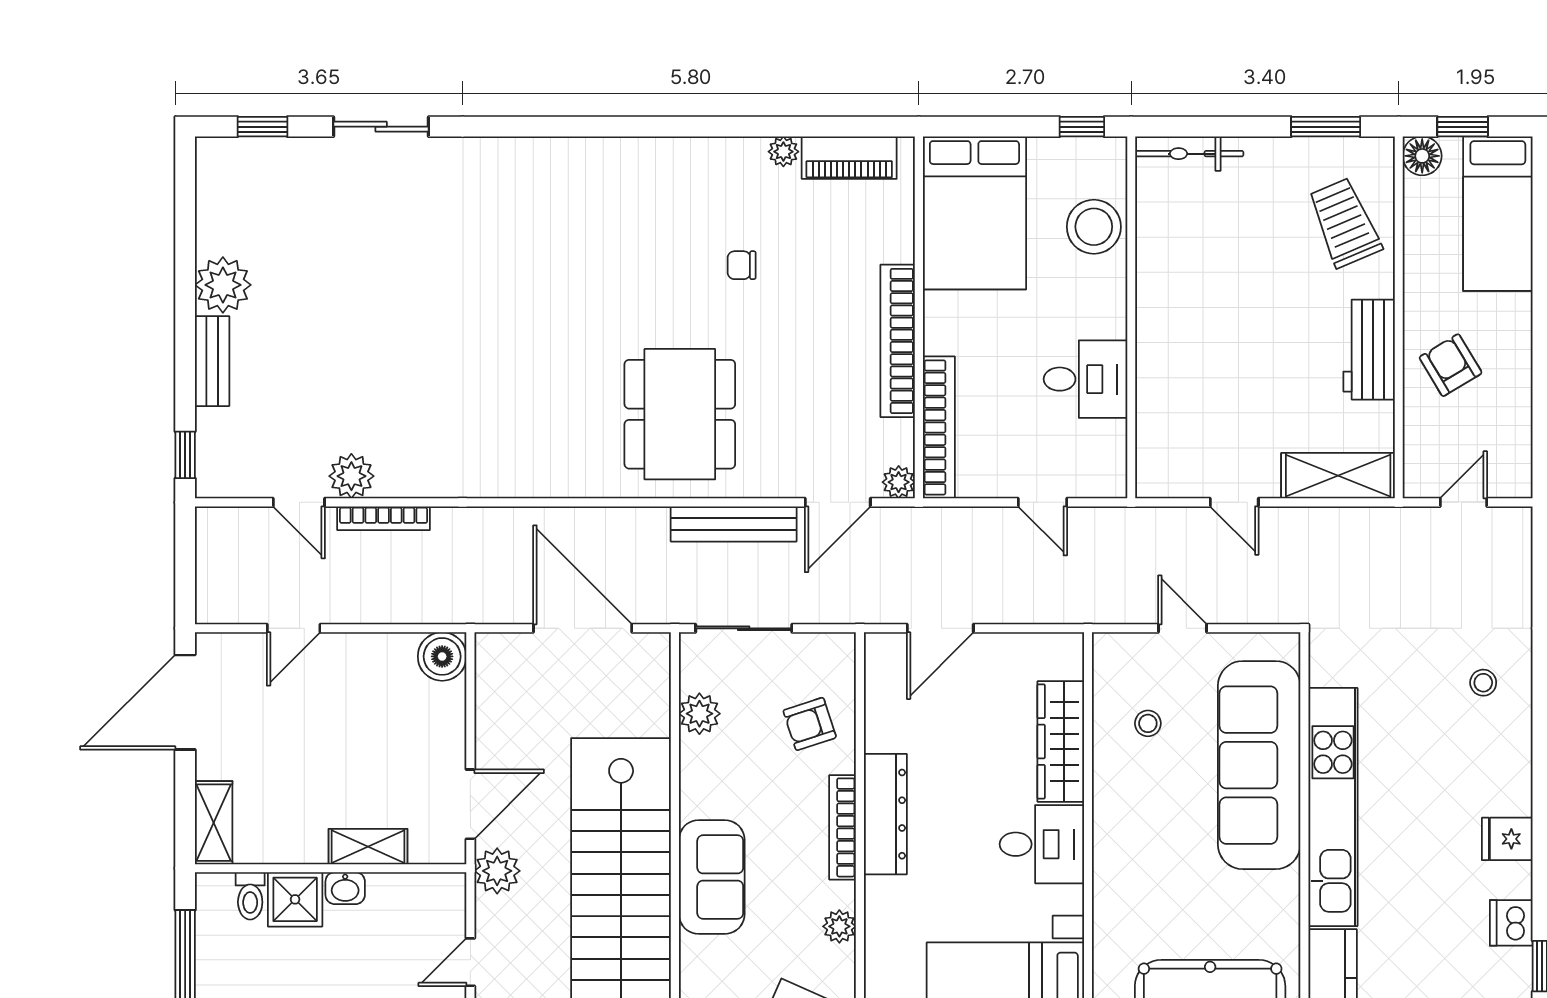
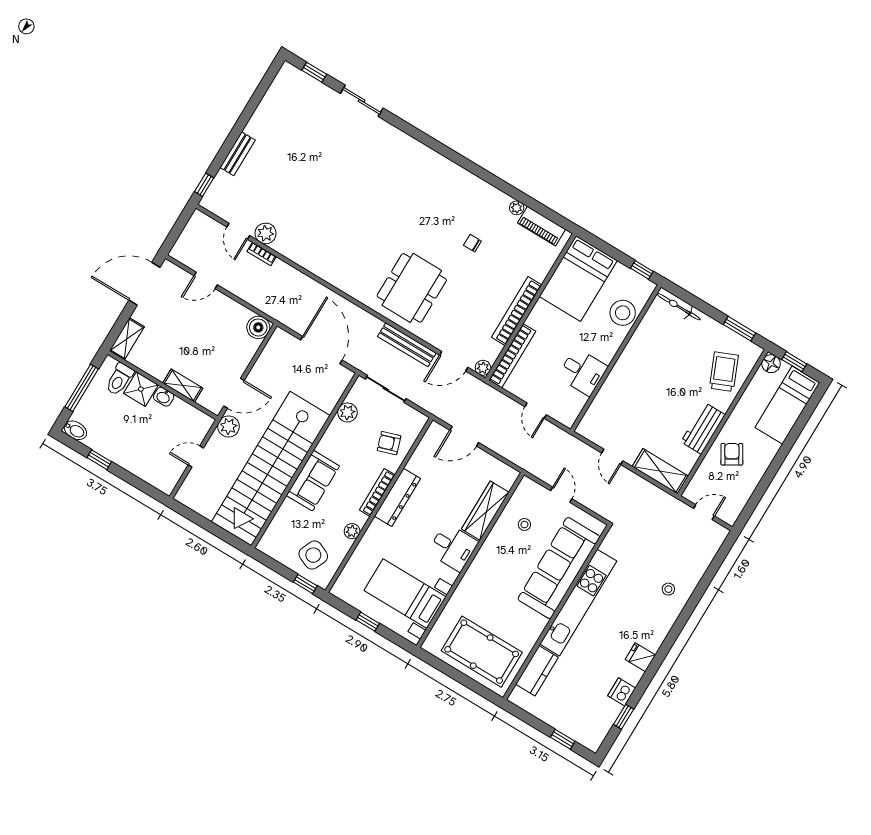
plant: (223, 285) -> (260, 126), removed
bookcase: (383, 518) -> (262, 254), width x0.64
toilet: (250, 896) -> (119, 379), width x1.37, depth x1.39

